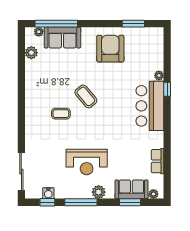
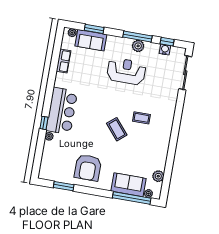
plant: (99, 192) -> (138, 46), moved

